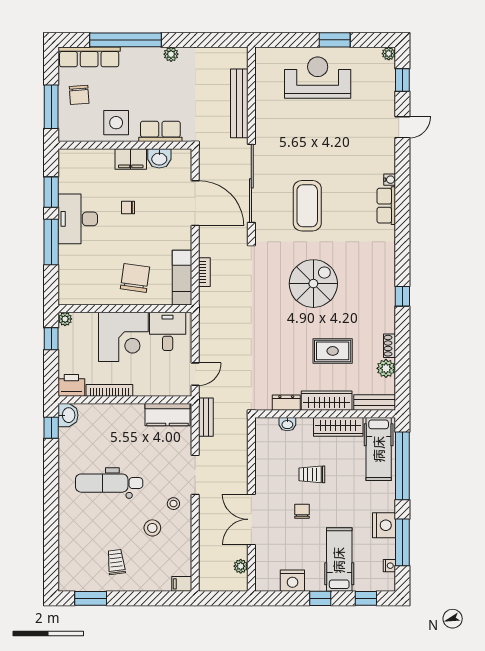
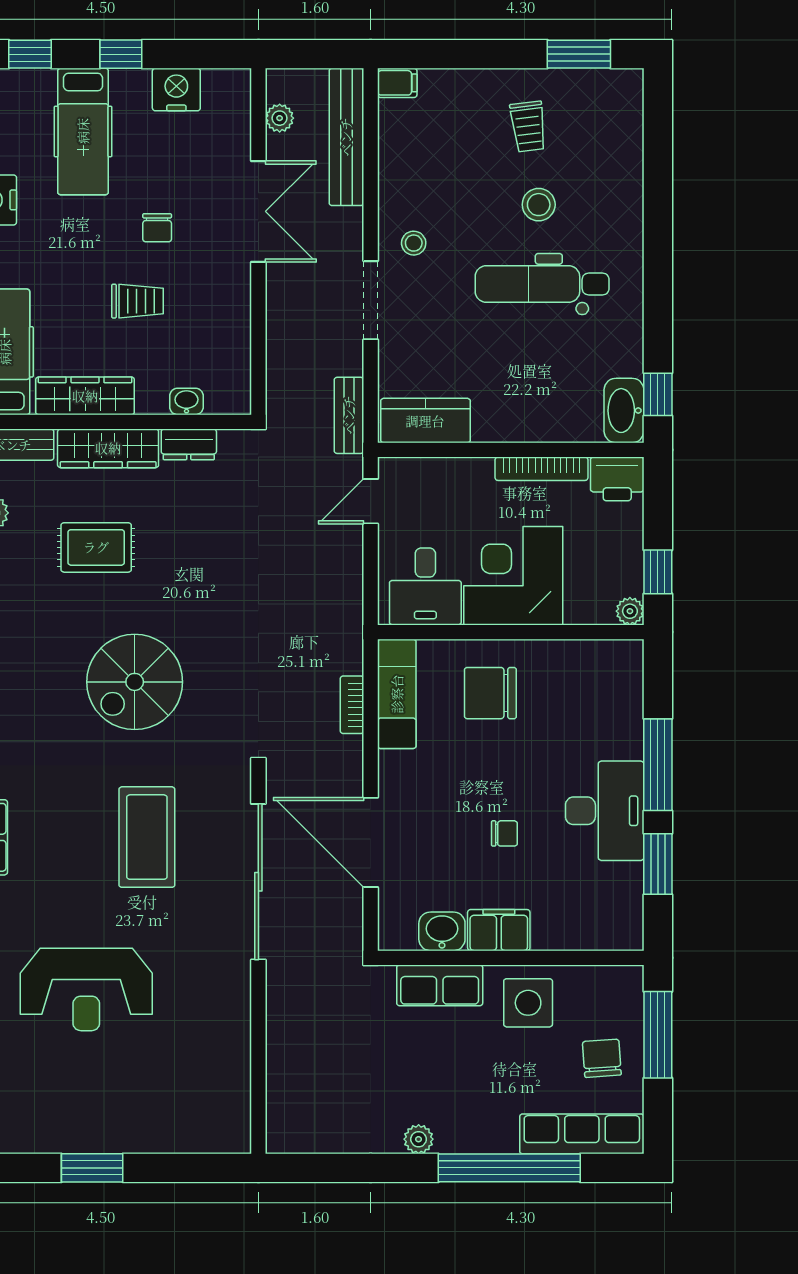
reception desk: (318, 78) -> (86, 989), moved
bench: (239, 103) -> (346, 137), moved
chair: (135, 278) -> (490, 693), turned 82
washbasin: (68, 415) -> (624, 411), width x1.38
dental chair: (109, 483) -> (542, 284), turned 180
stool: (152, 528) -> (539, 205), moved

